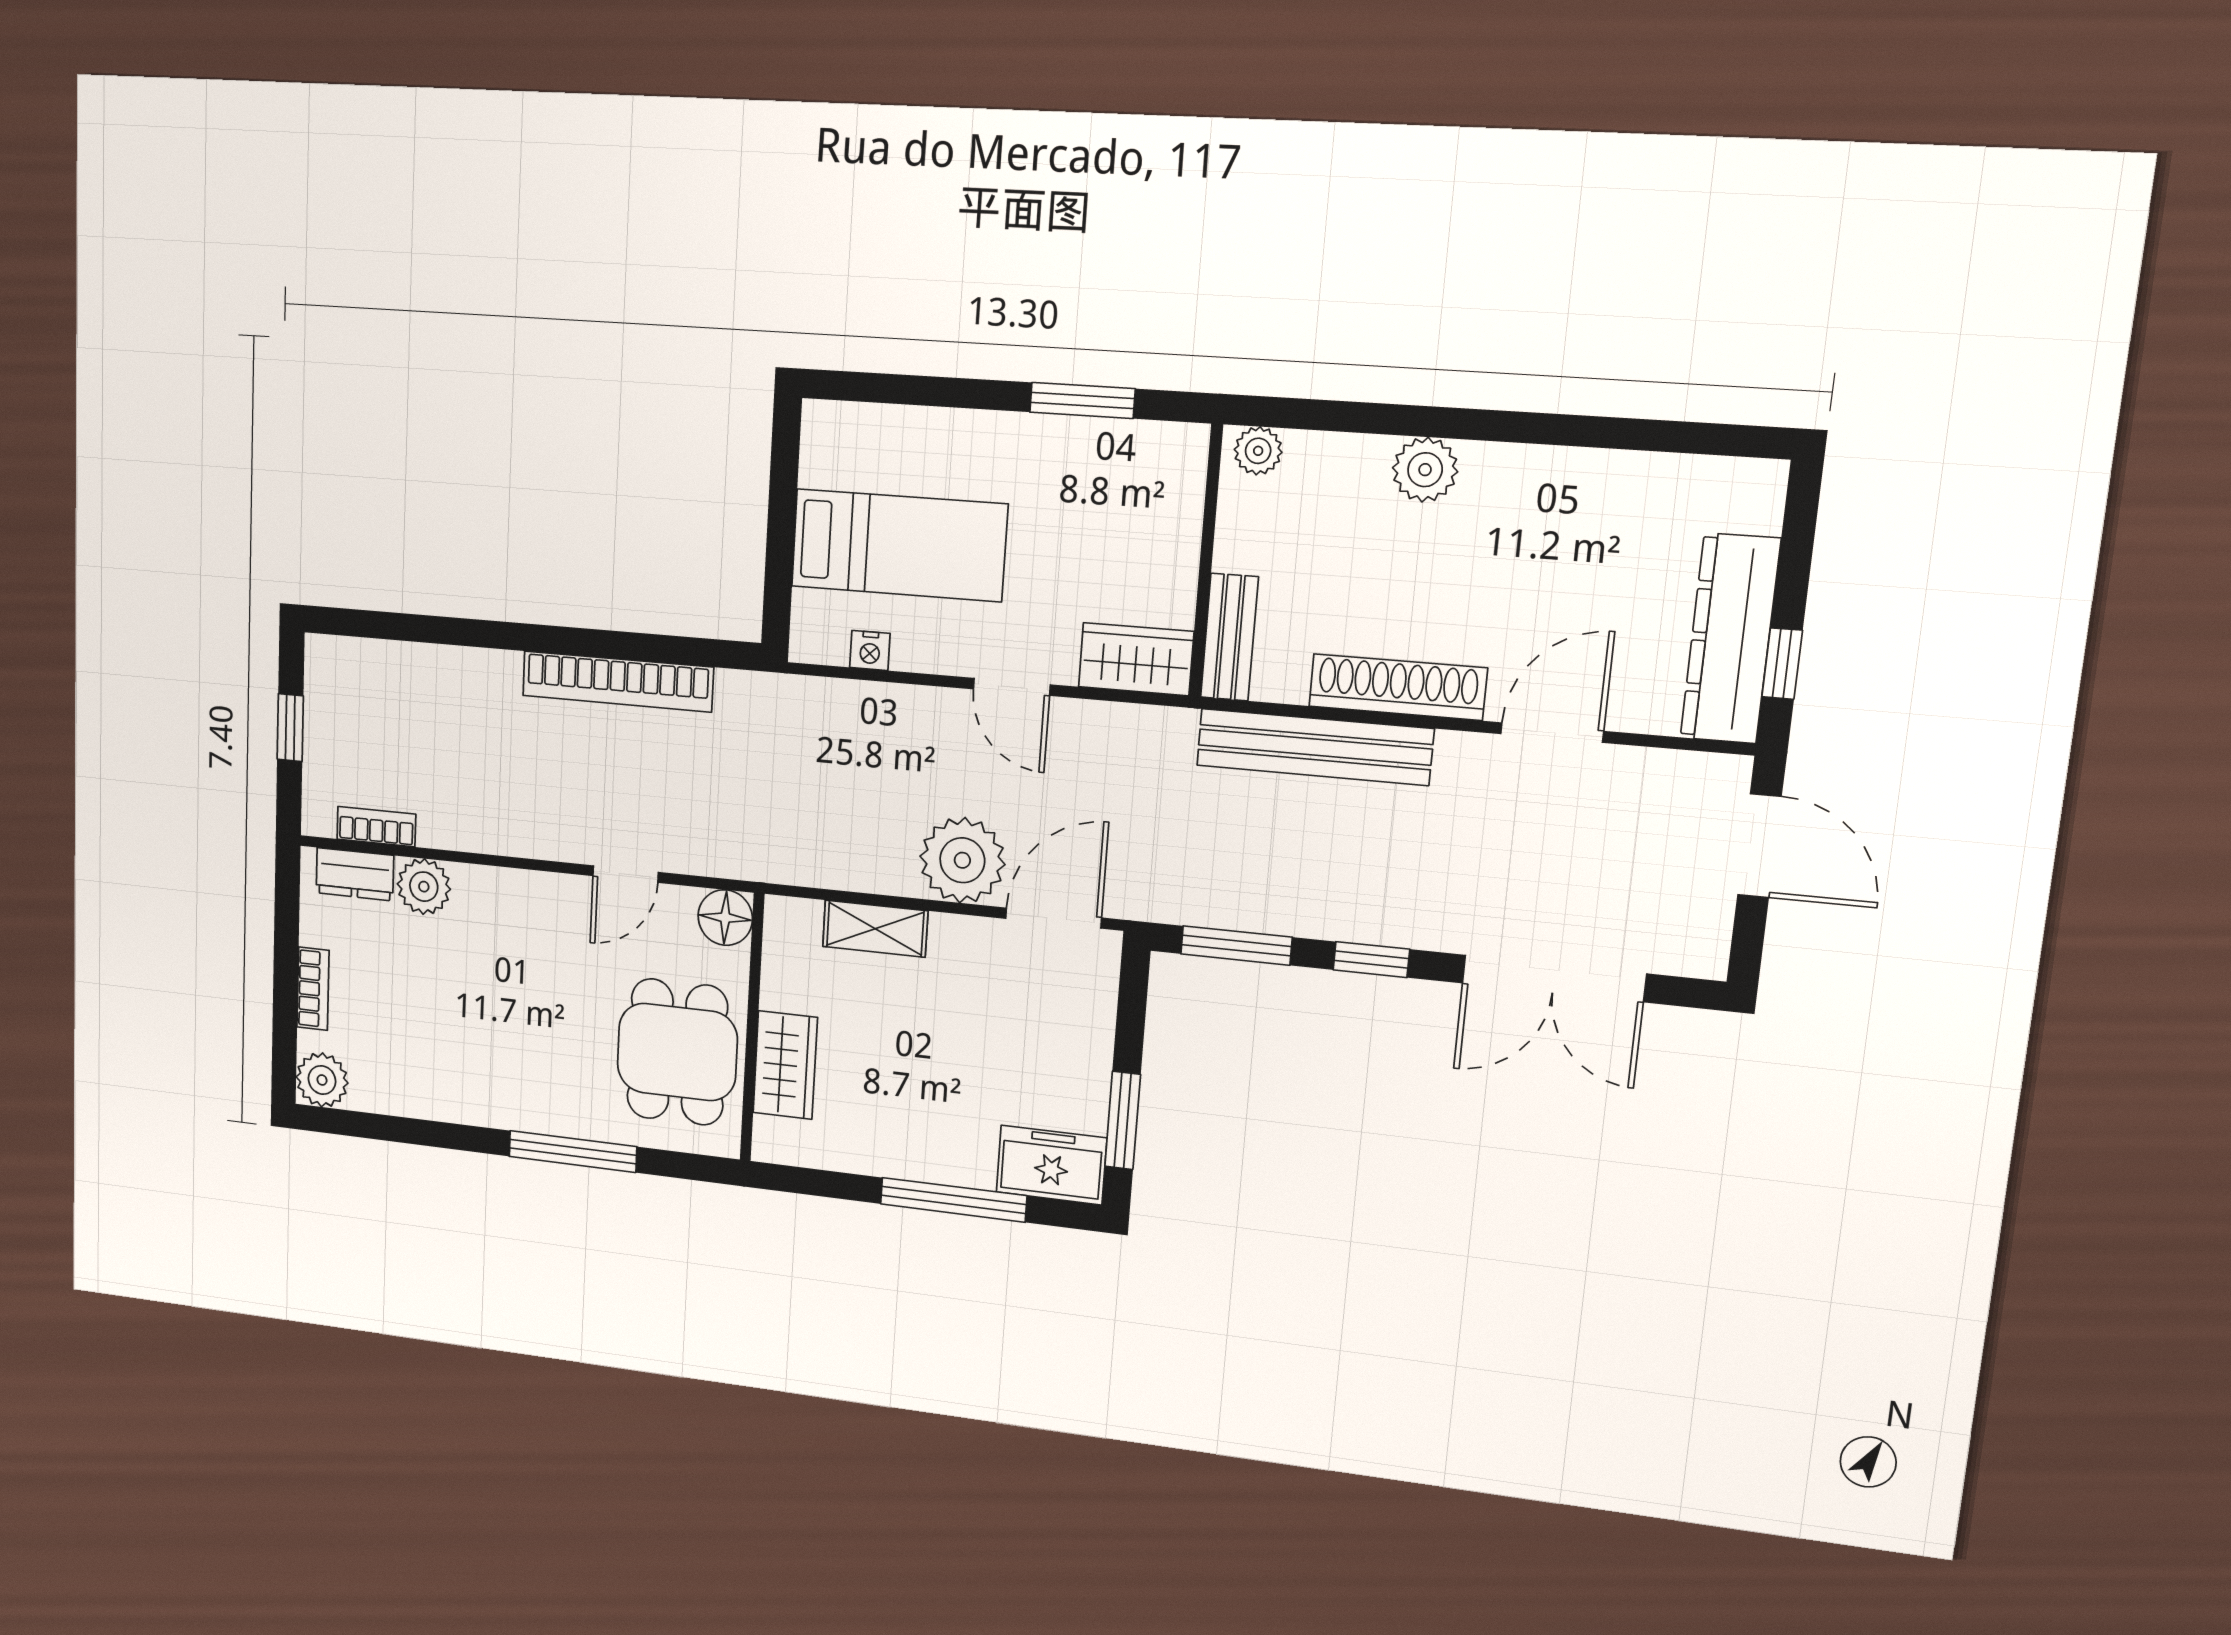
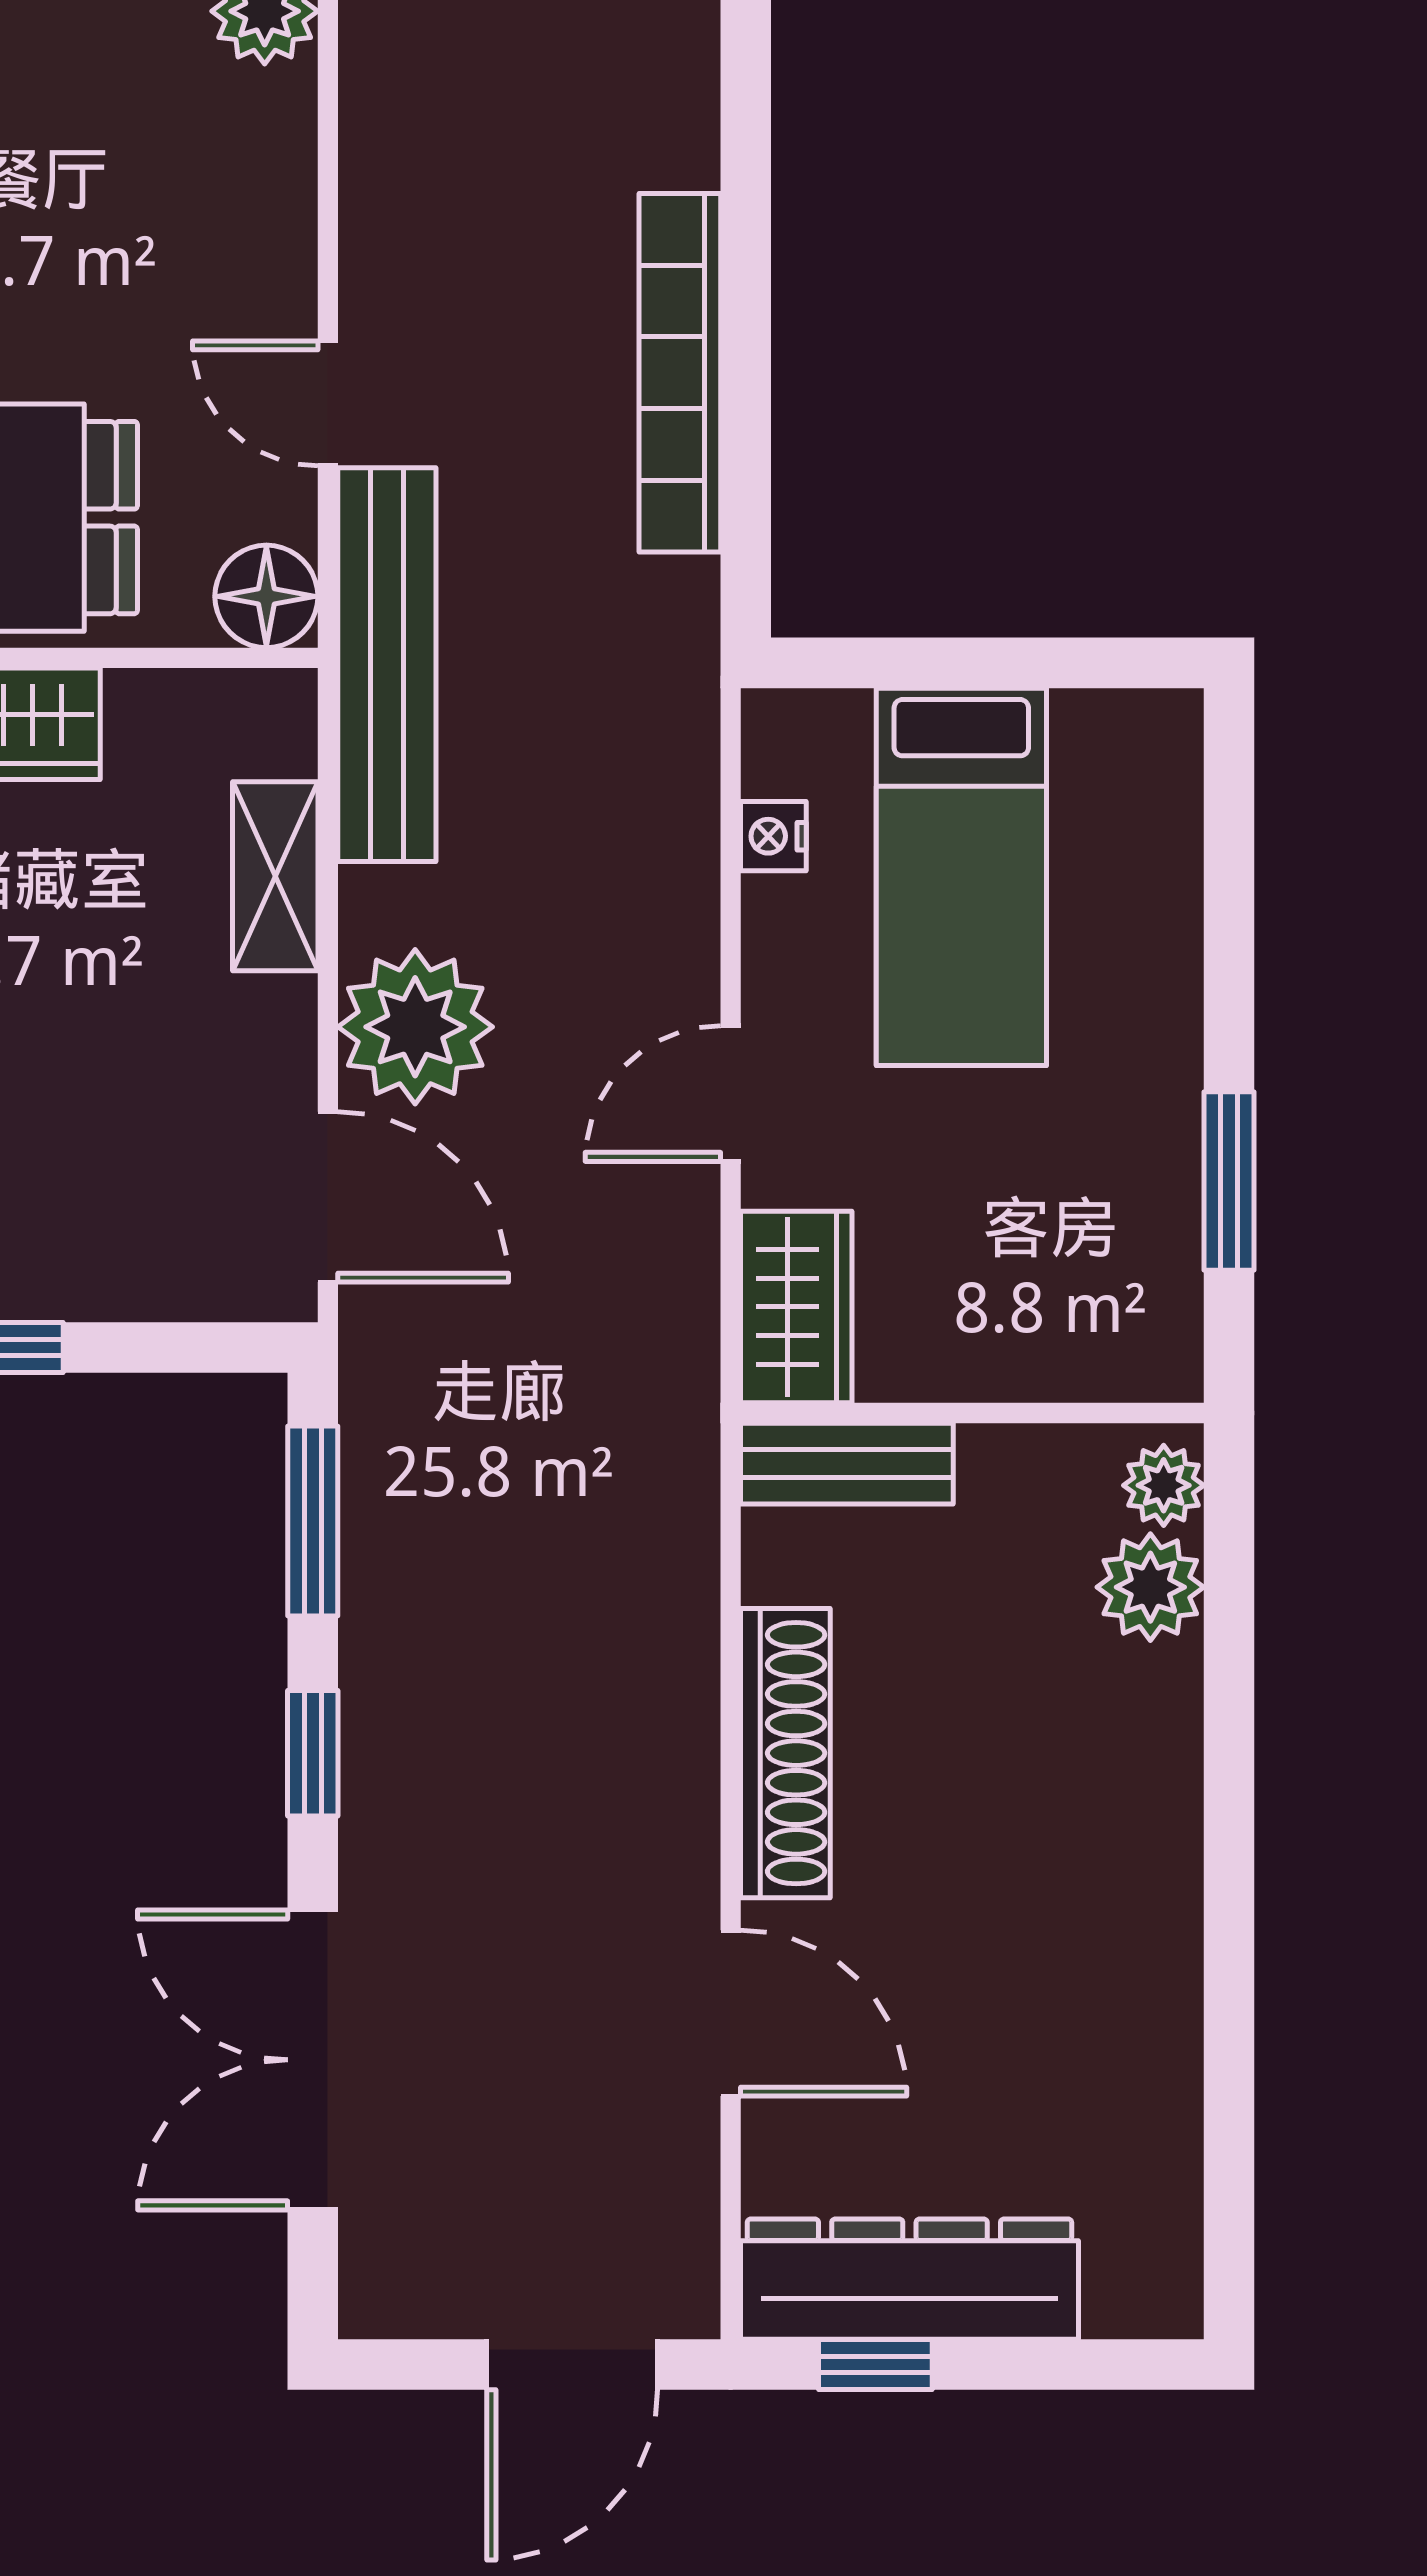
plant: (1425, 470) -> (1150, 1587), moved
bench: (1315, 747) -> (387, 665), moved

